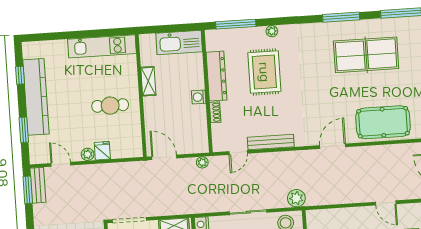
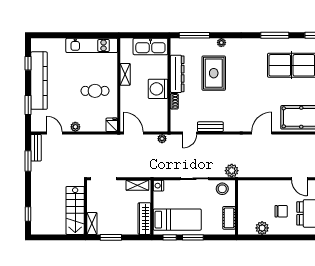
washing machine: (199, 97) -> (158, 89), width x1.89, depth x1.89
bench: (271, 142) -> (210, 127), width x0.73
fridge: (102, 151) -> (112, 125), moved
window: (28, 190) -> (28, 161), moved

